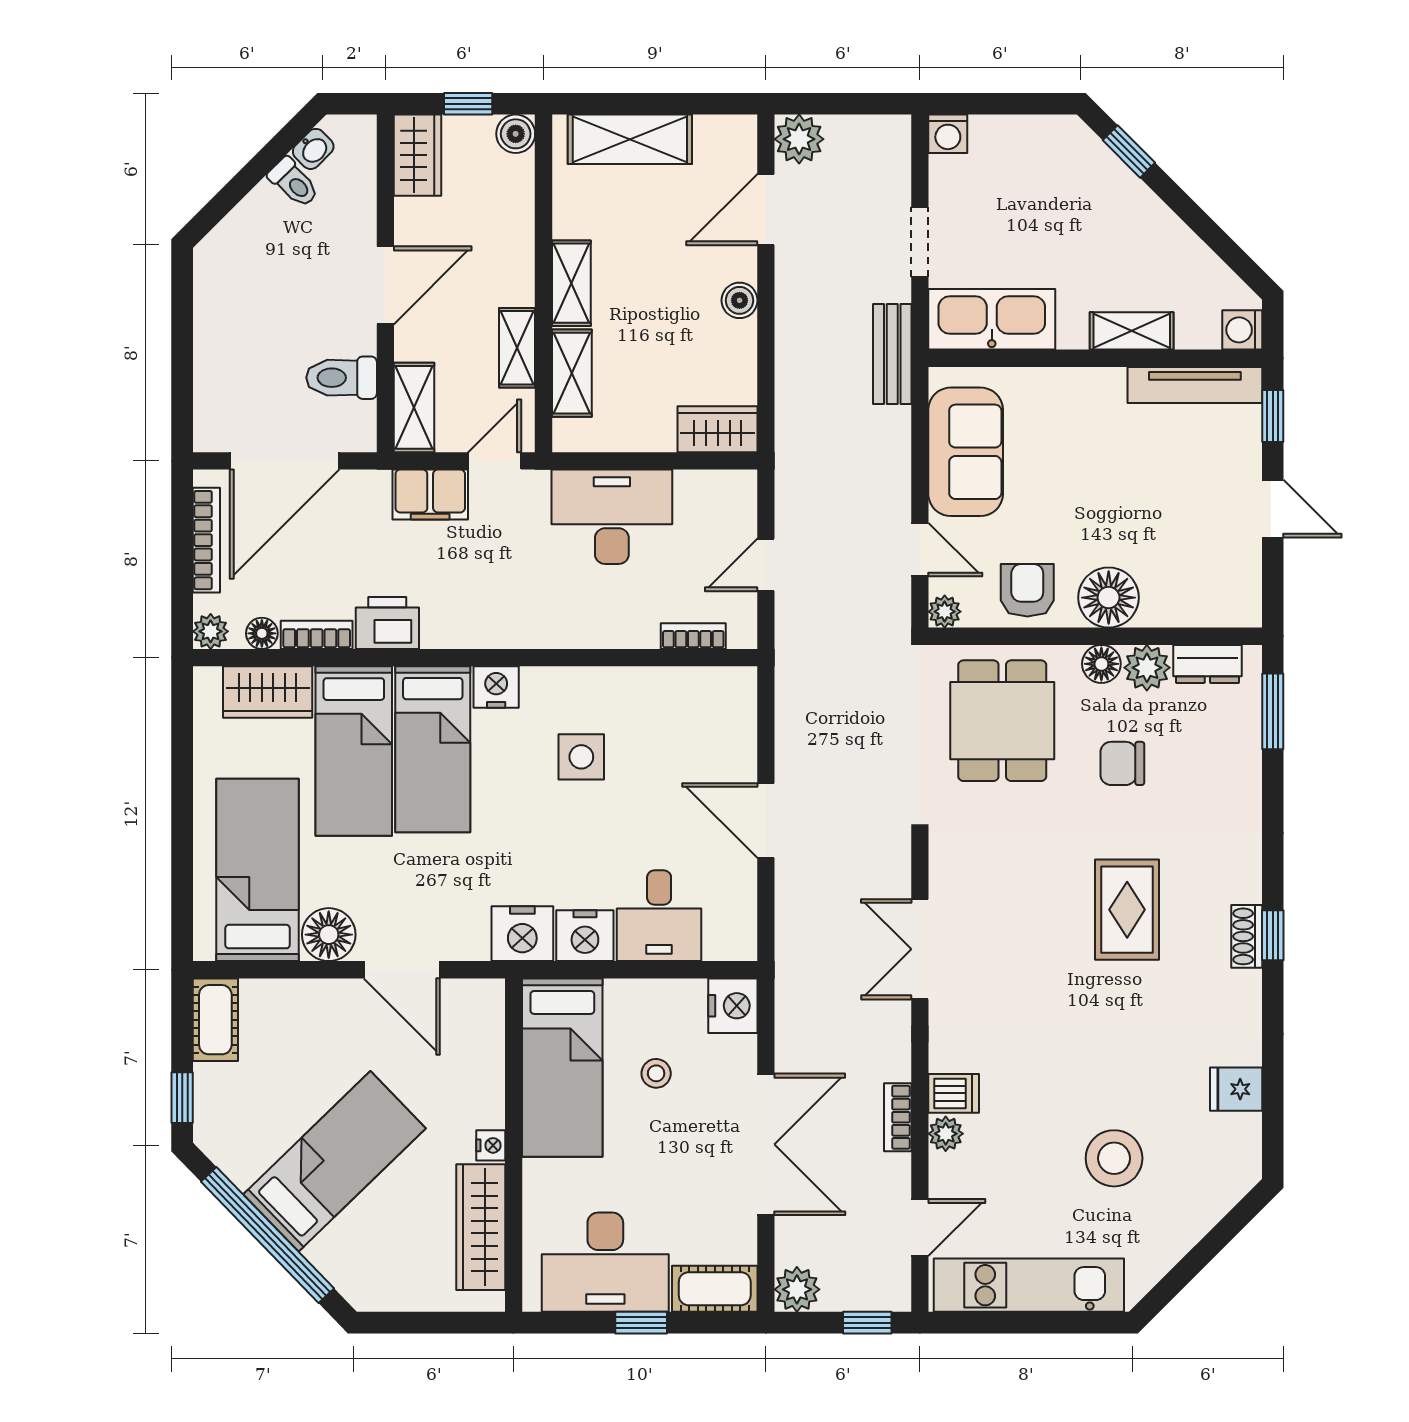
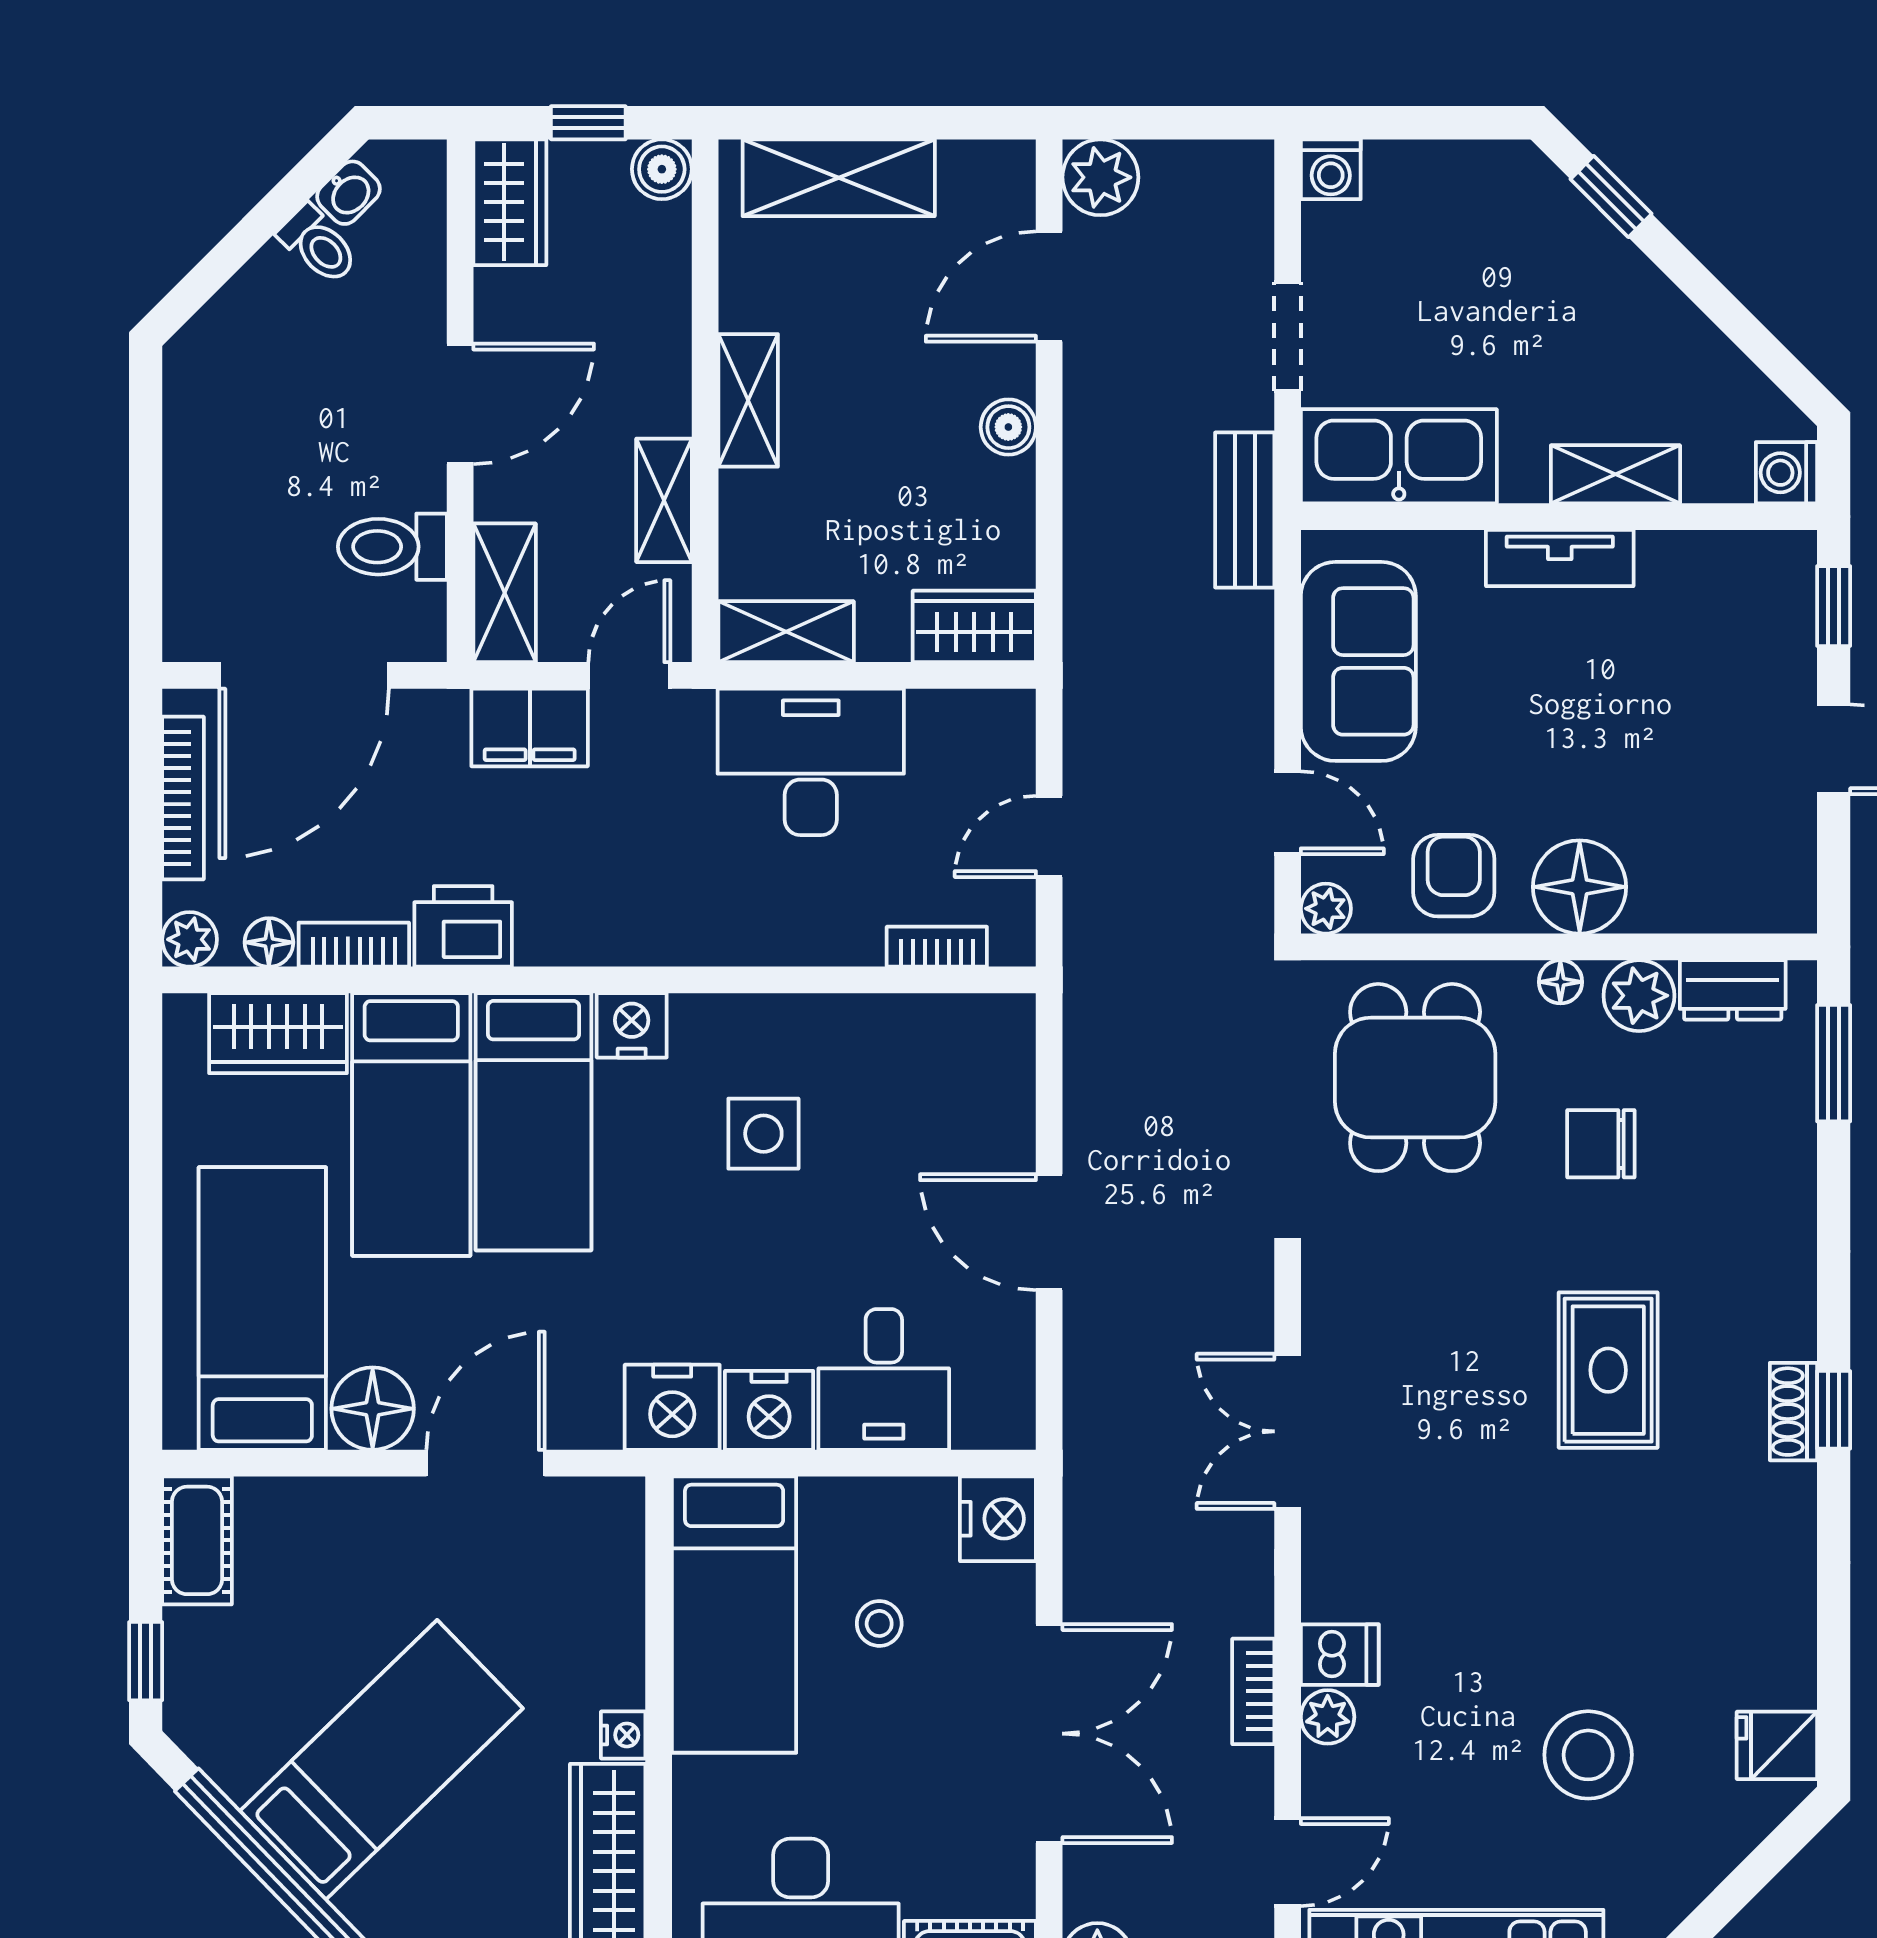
shelving: (572, 373) -> (786, 632), moved, turned 90
tv unit: (1195, 385) -> (1560, 558), moved, width x0.71
floor lamp: (1101, 664) -> (1560, 982), width x0.73, depth x0.73
door: (402, 970) -> (486, 1463), swing flipped
fridge: (1236, 1089) -> (1777, 1745), moved

